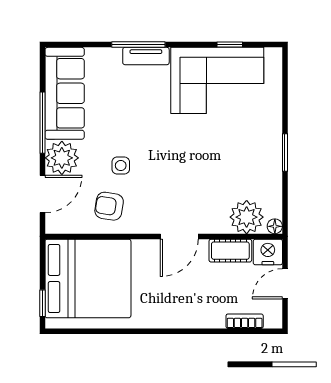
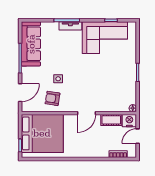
plant: (62, 158) -> (30, 75), removed
plant: (247, 217) -> (119, 104), removed

